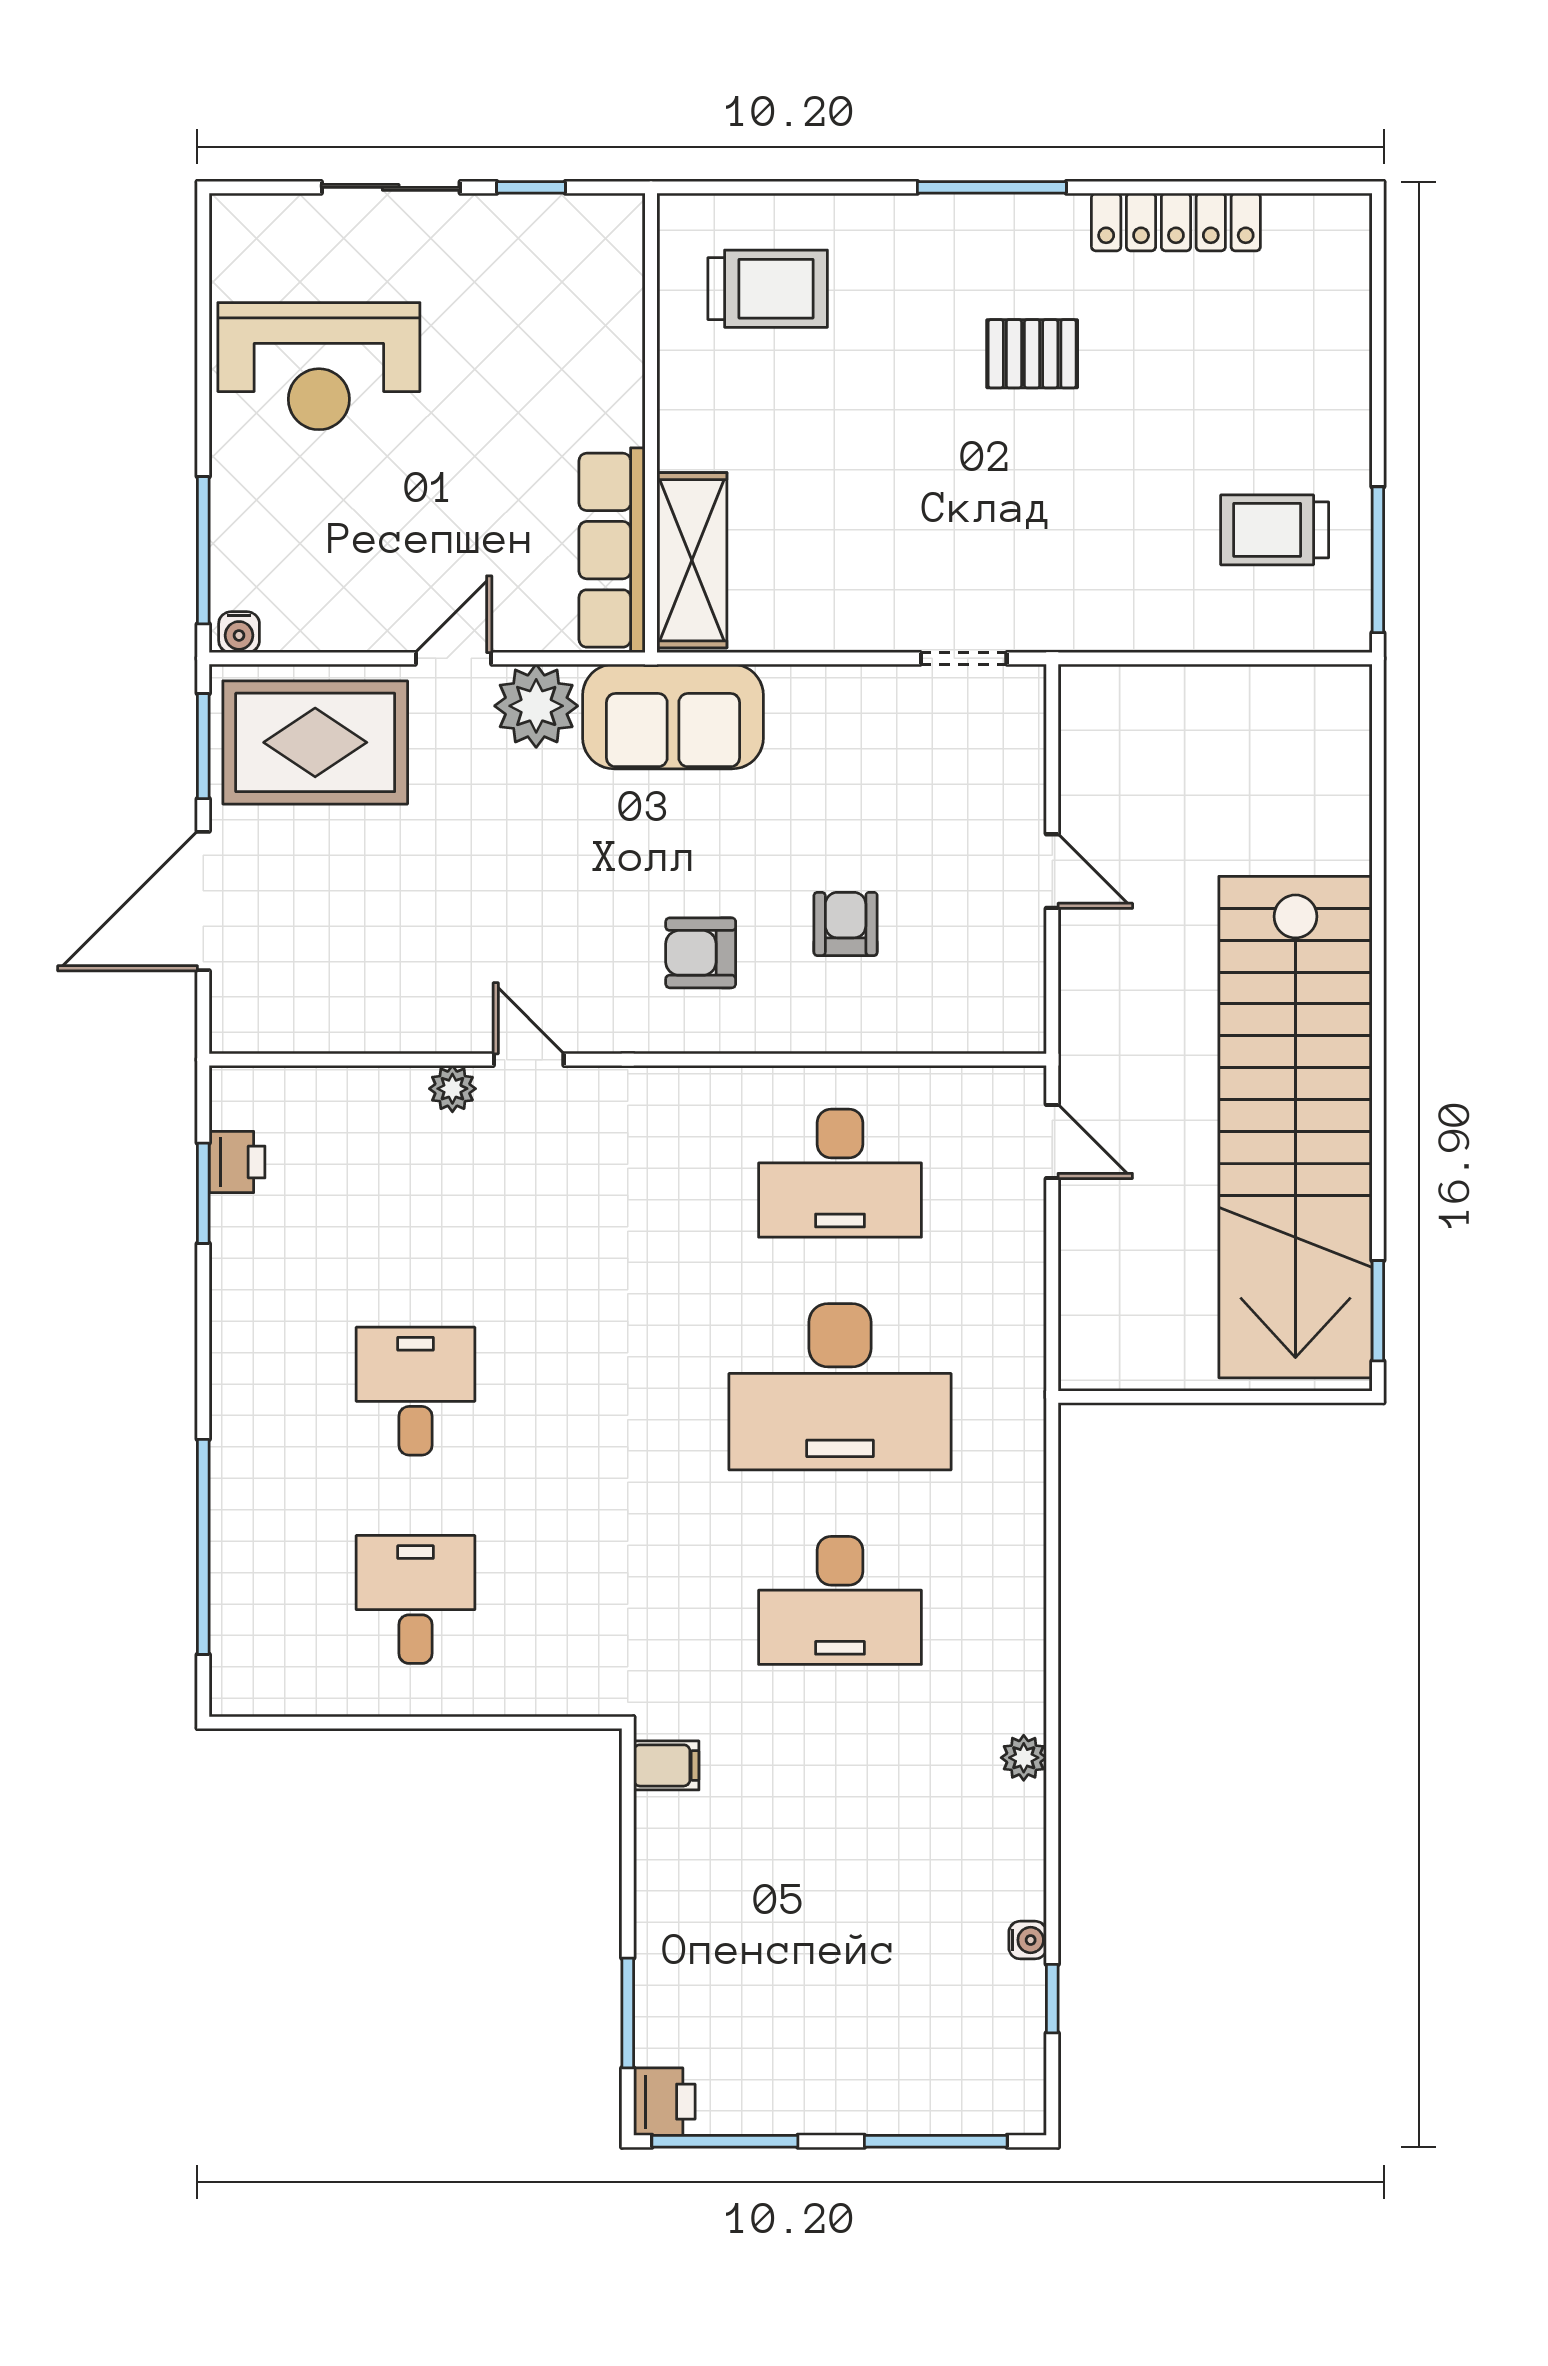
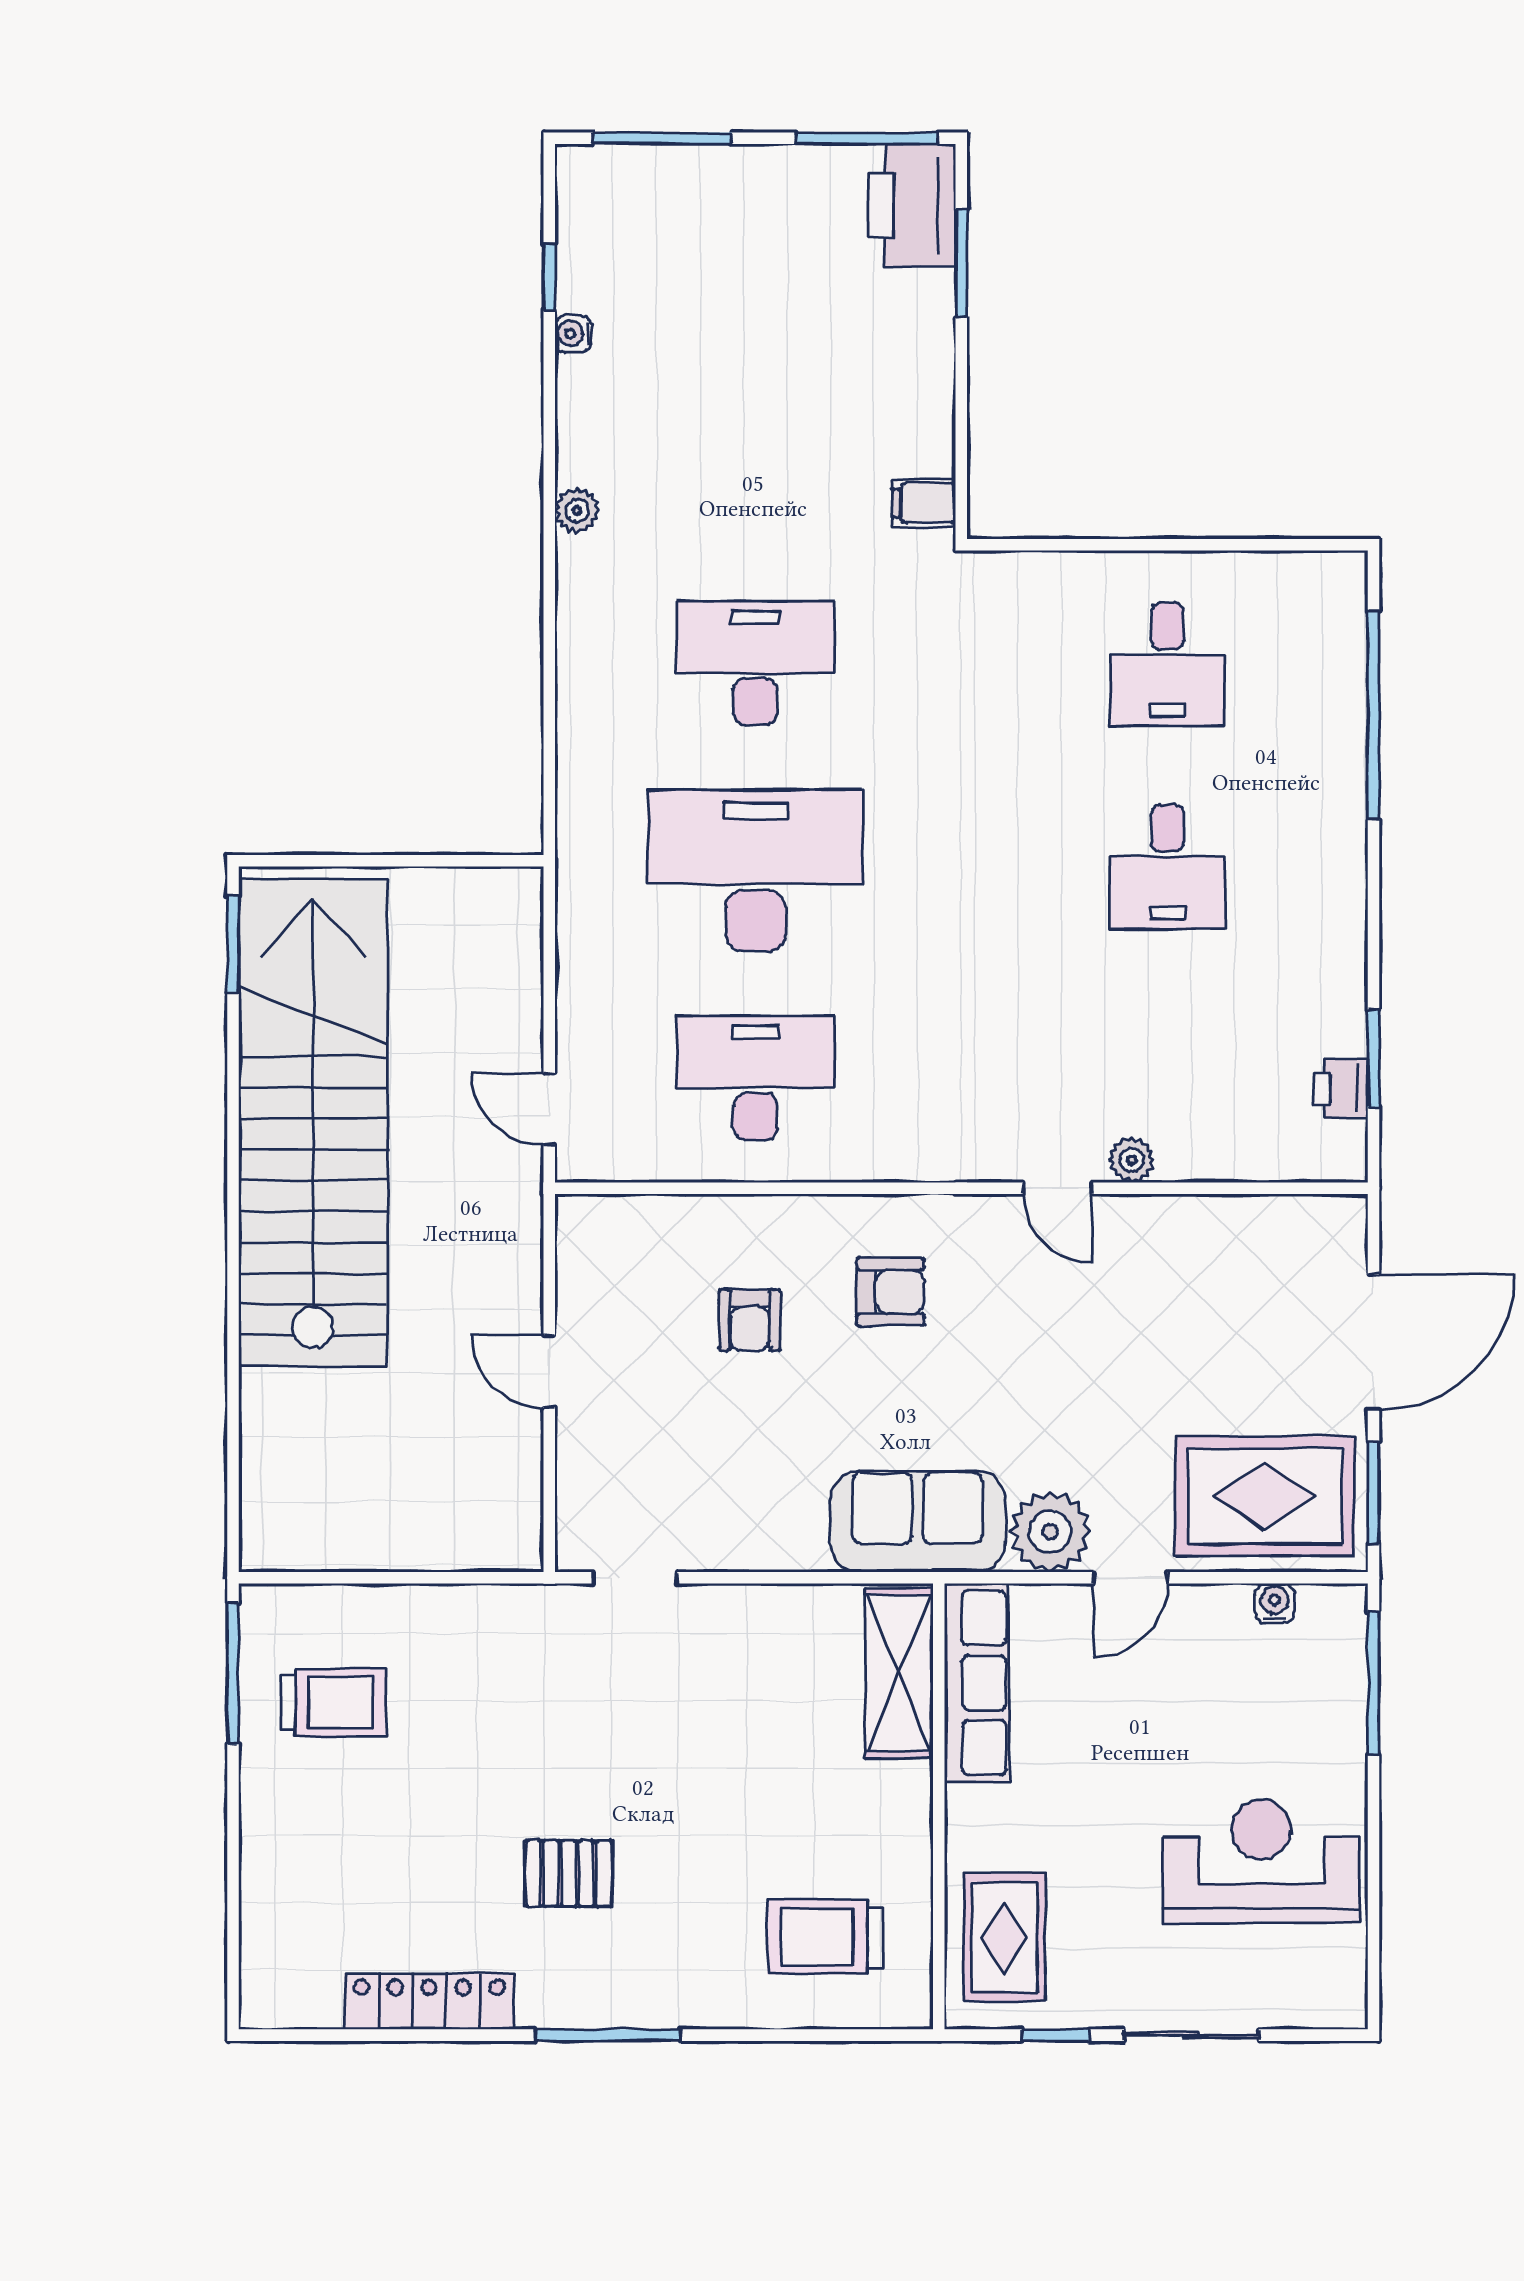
rug: (584, 288) -> (1004, 1937), added
water cooler: (239, 632) -> (1275, 1603), moved
printer: (664, 2102) -> (911, 205), width x1.87, depth x1.48

